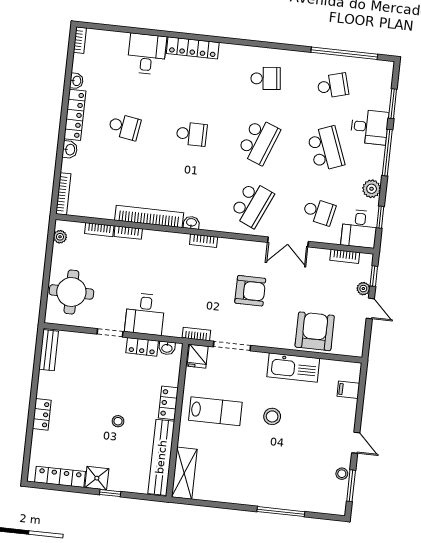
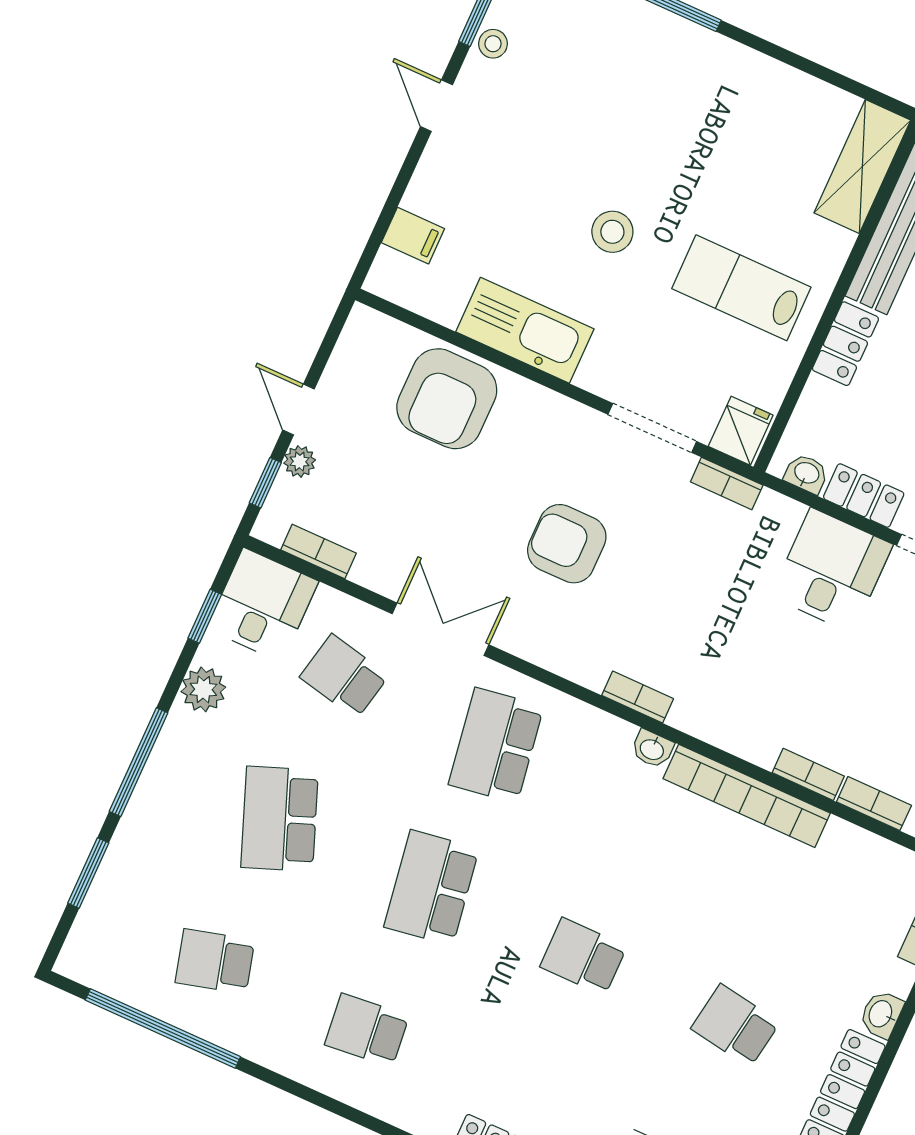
desk: (370, 127) -> (160, 836), removed
school desk: (259, 141) -> (431, 888), turned -30
school desk: (252, 204) -> (496, 745), turned -33

